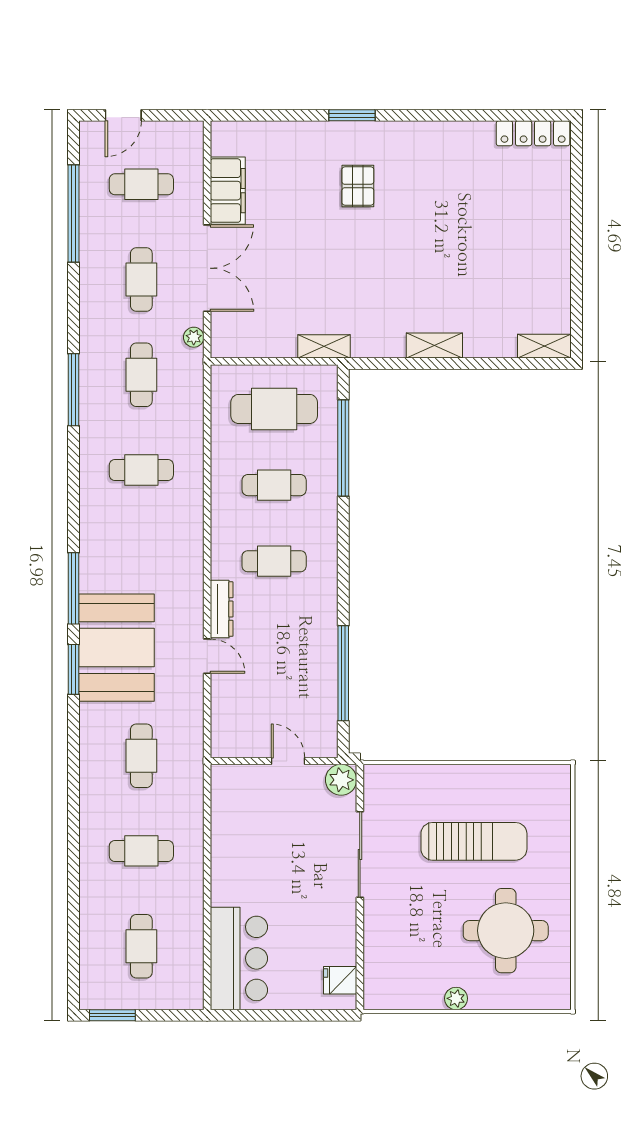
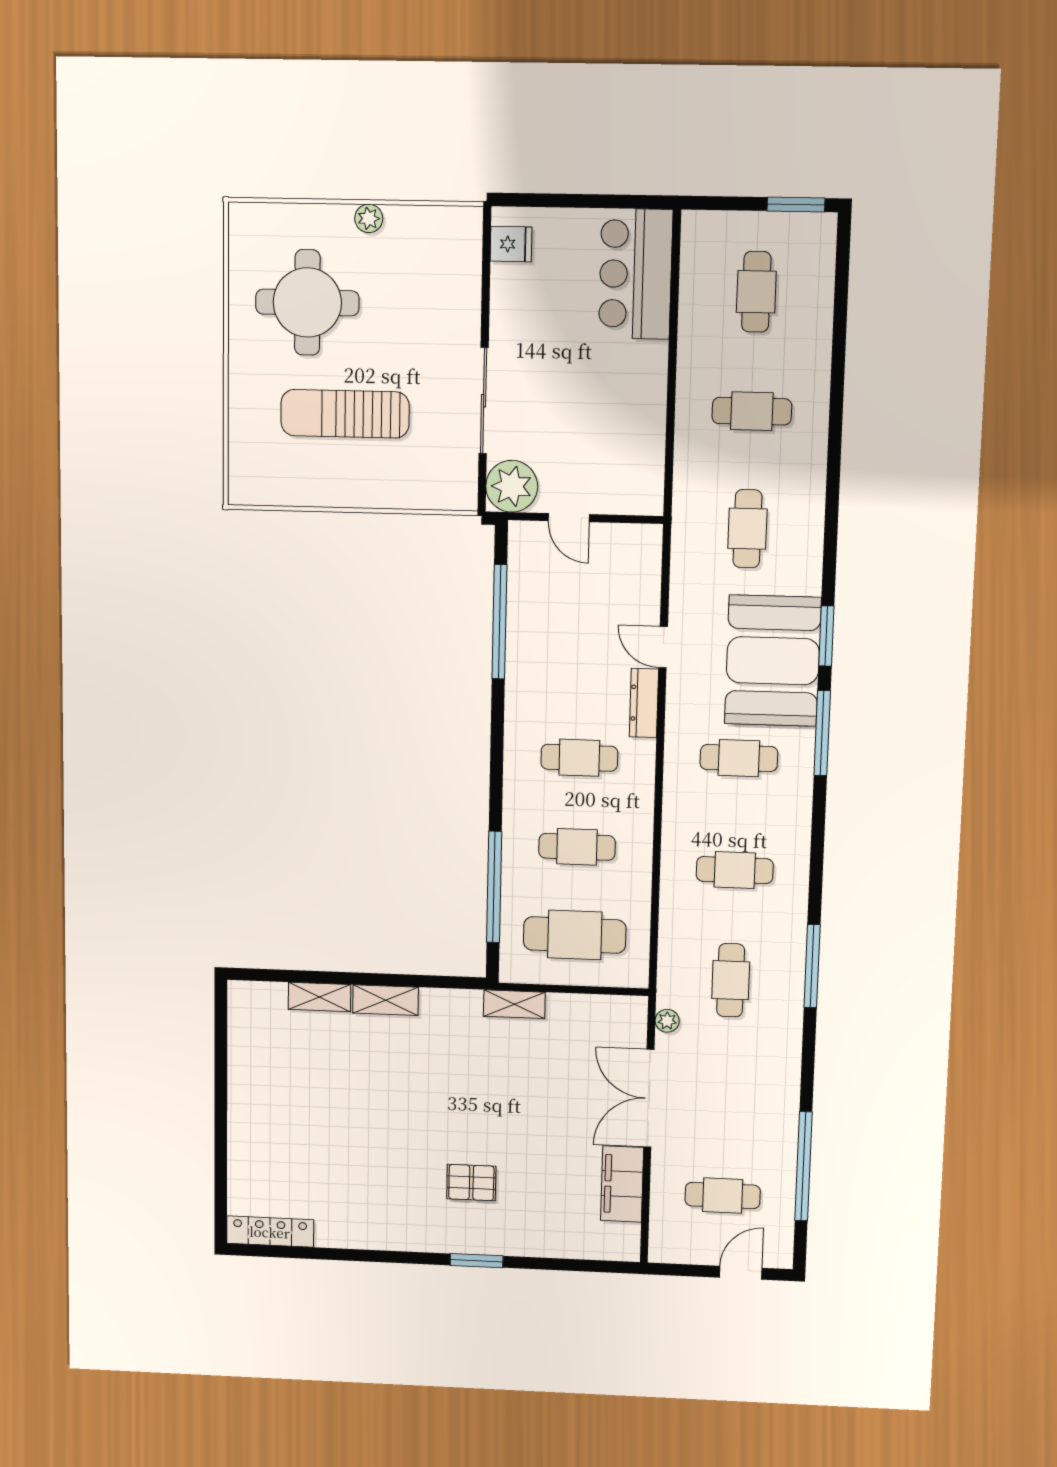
pallet: (358, 186) -> (471, 1183), turned 90
cafe table: (141, 280) -> (739, 758), moved, turned 90
shelving: (544, 346) -> (319, 997), moved
plant: (341, 780) -> (512, 486), width x1.36, depth x1.36

